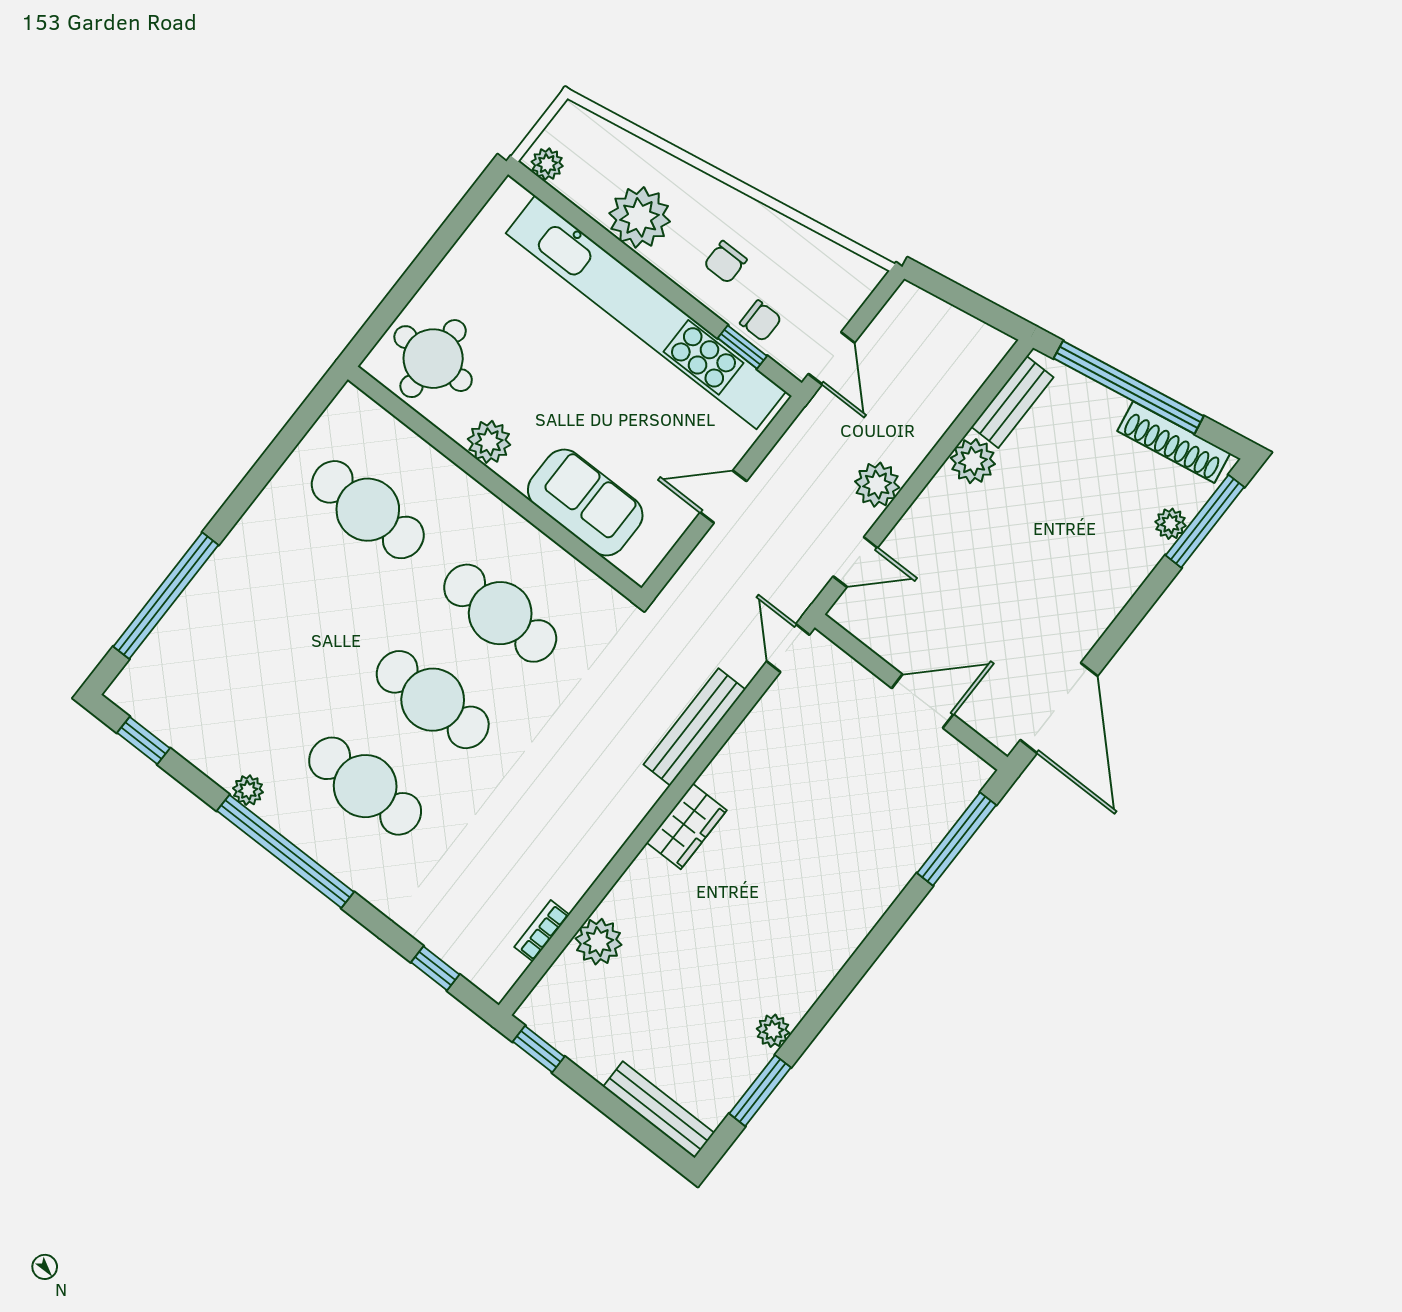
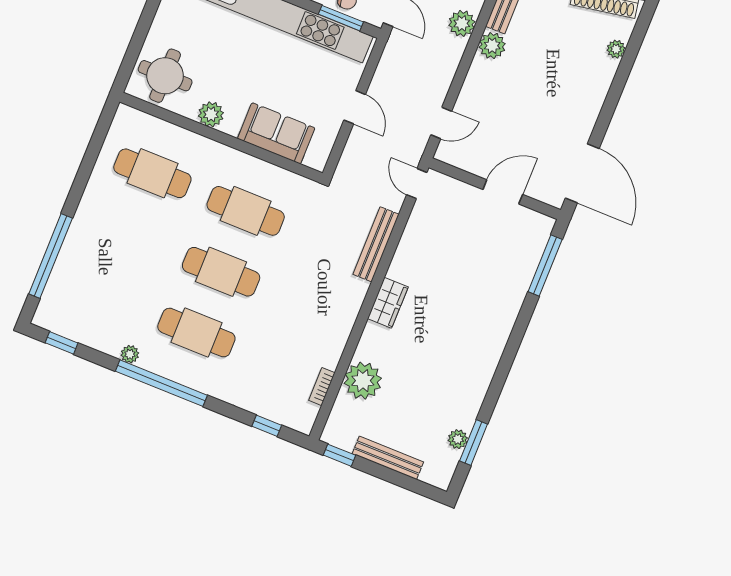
window: (742, 347) -> (341, 18), width x1.50
plant: (877, 485) -> (462, 23), moved
door: (723, 497) -> (355, 107), swing flipped
window: (1205, 521) -> (635, 42), removed
plant: (599, 942) -> (363, 381), width x1.36, depth x1.36
plant: (773, 1031) -> (458, 439), moved
bench: (659, 1110) -> (388, 458), moved

